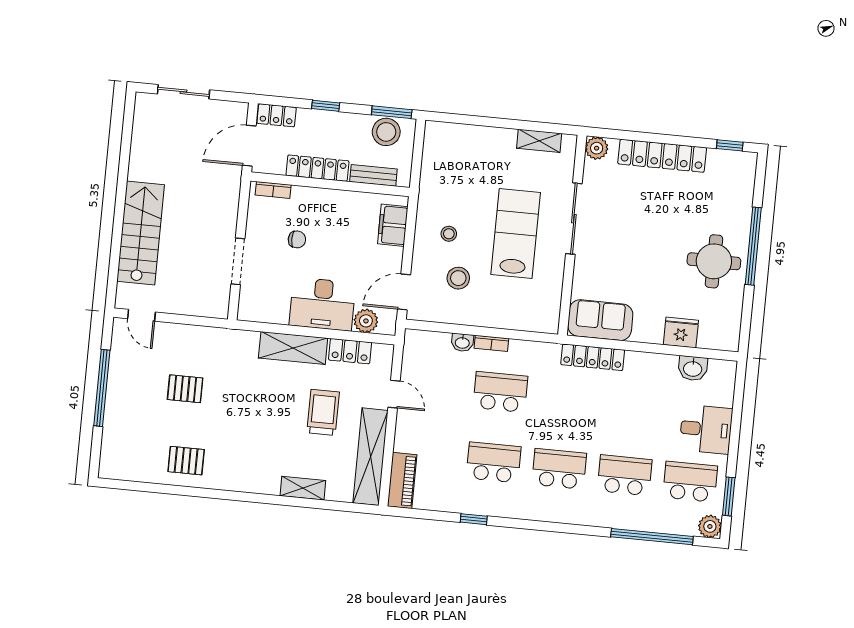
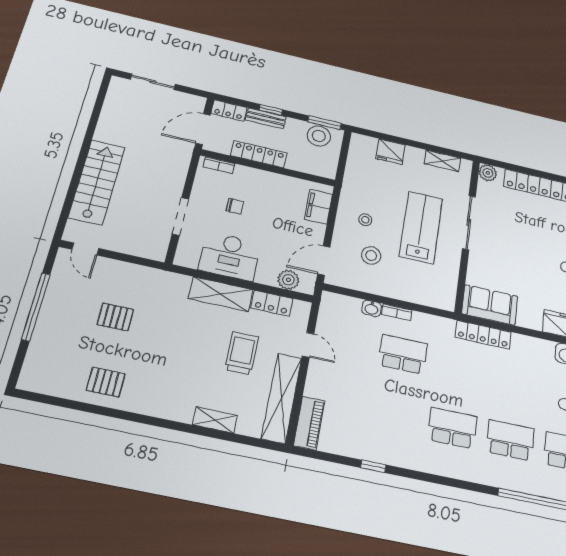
fridge: (474, 139) -> (390, 152), added
bench: (373, 175) -> (266, 118), moved
desk: (322, 304) -> (230, 256), moved
school desk: (494, 462) -> (394, 416), removed

